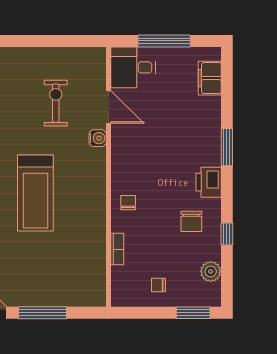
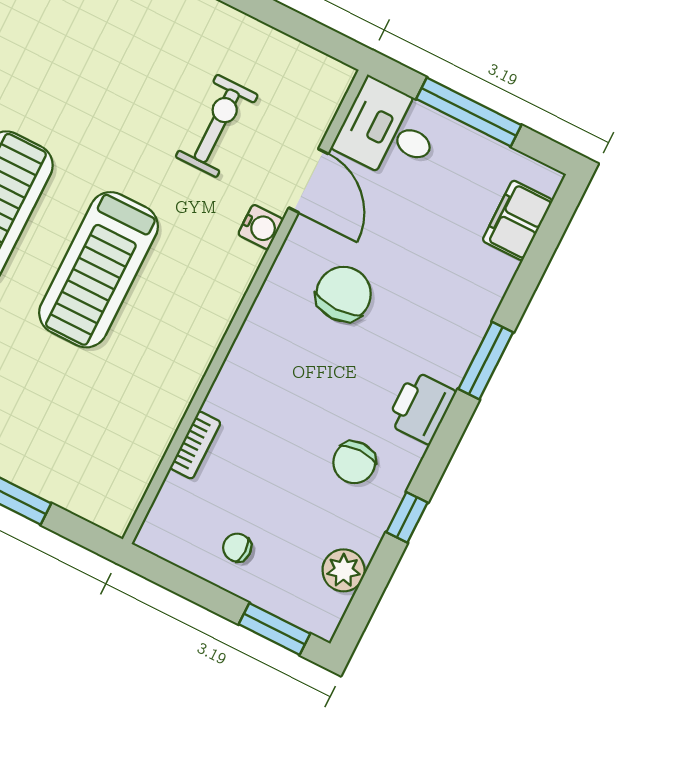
chair: (128, 203) -> (344, 294), moved, width x1.87, depth x1.87

